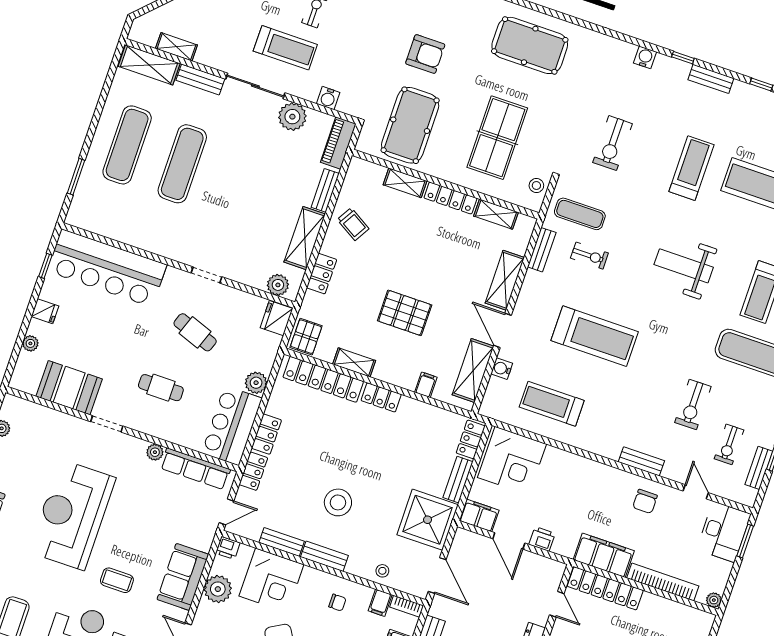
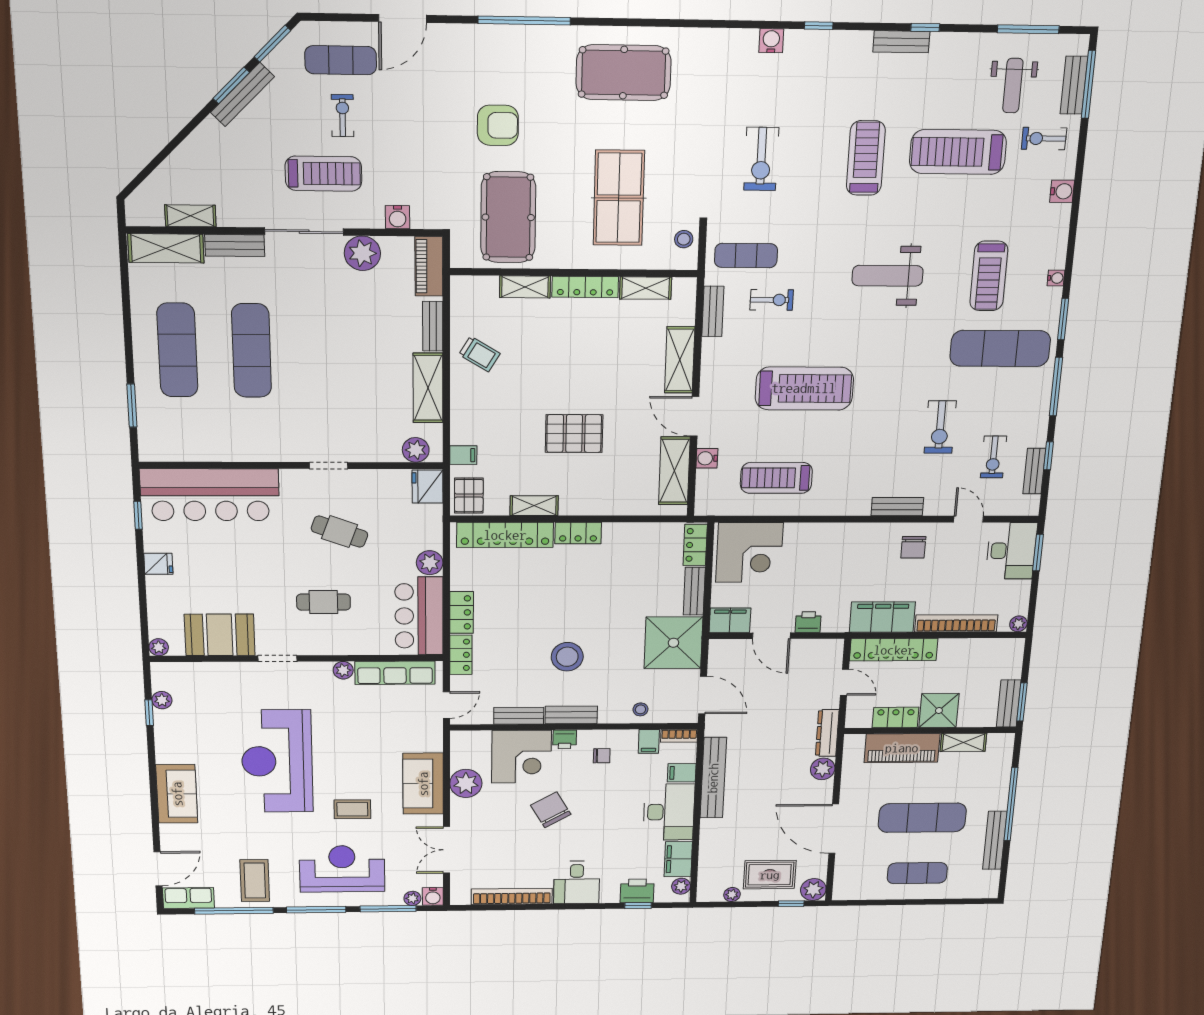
bench: (711, 79) -> (901, 42), moved
locker: (322, 274) -> (462, 421), removed
plant: (30, 343) -> (159, 647), moved
filing cabinet: (426, 385) -> (463, 455), moved, turned 90
printer: (228, 548) -> (565, 739), moved

